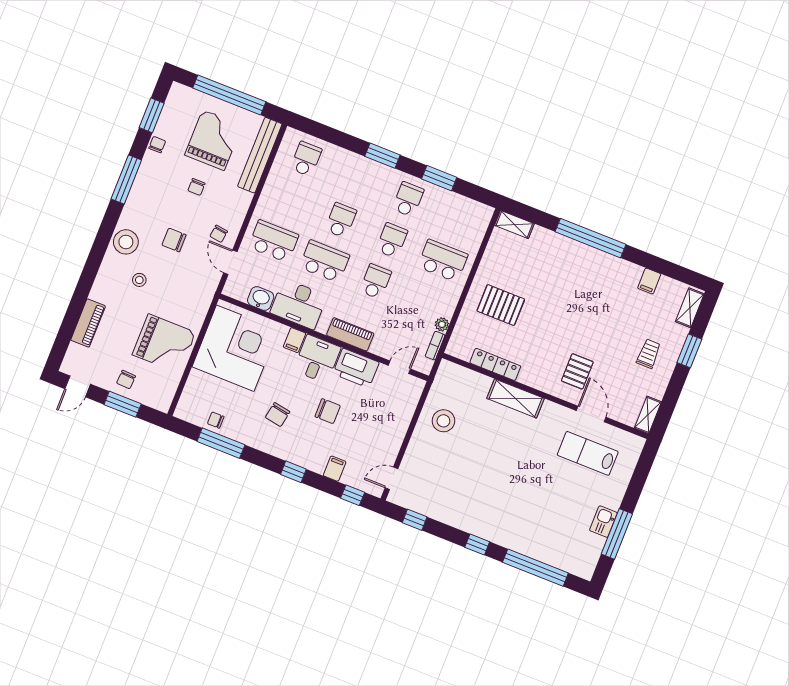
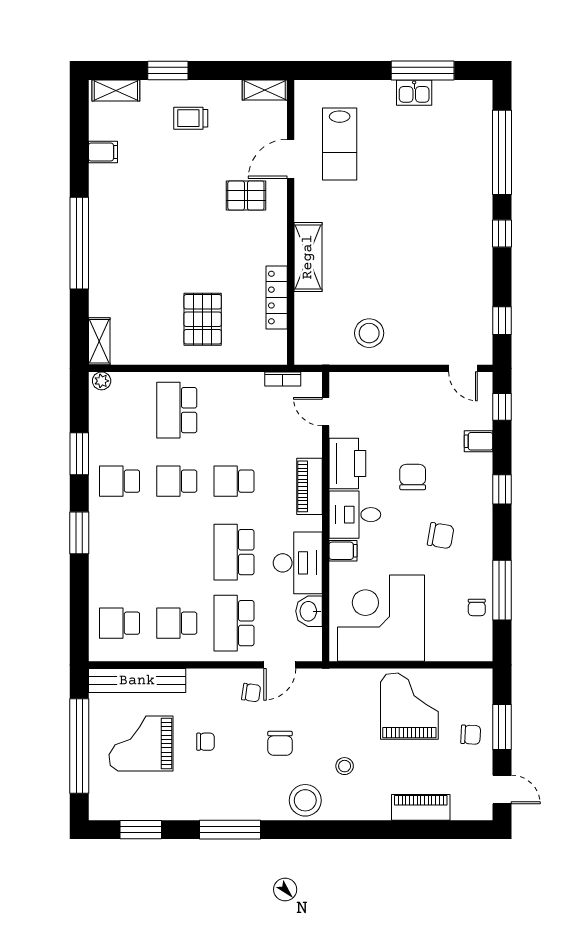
chair: (157, 145) -> (173, 809), removed
school desk: (341, 220) -> (177, 623), moved
plant: (442, 324) -> (102, 381), moved

